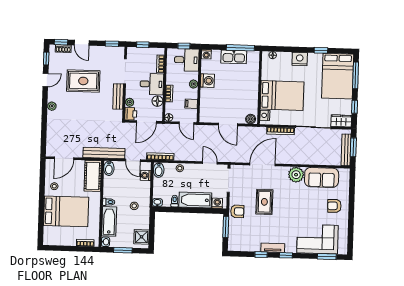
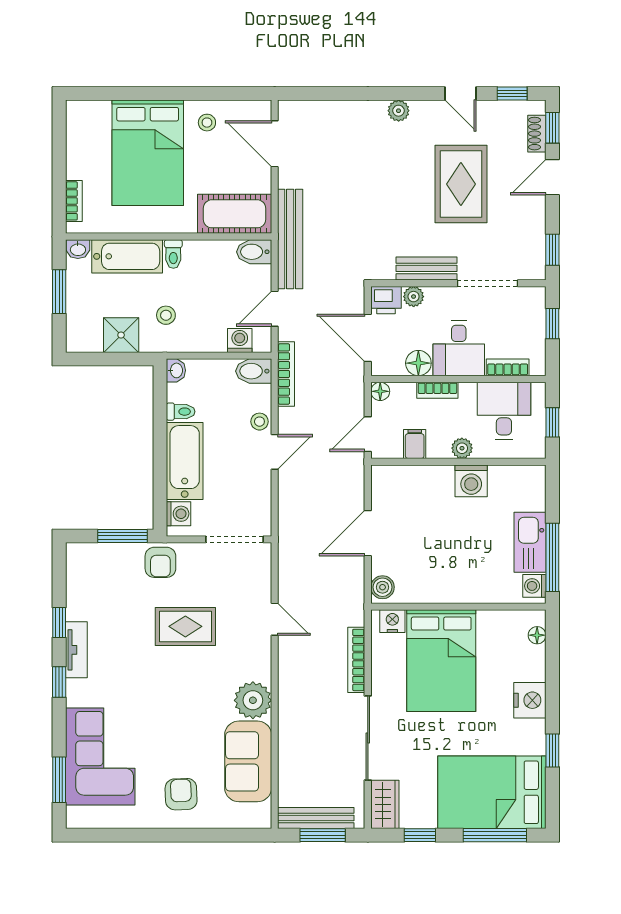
washing machine: (206, 54) -> (534, 586), moved
desk: (187, 60) -> (504, 411), moved, turned 180
door: (210, 163) -> (275, 452), moved
door: (263, 164) -> (275, 619), width x0.53
shower: (141, 237) -> (121, 335), moved

